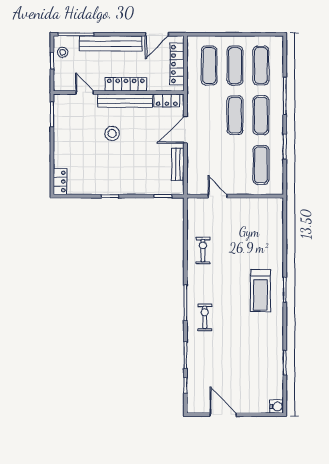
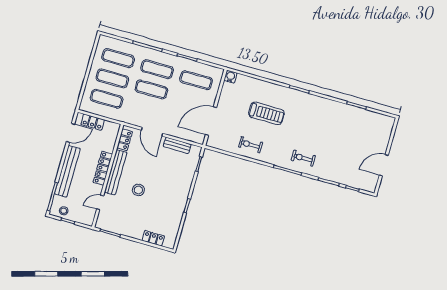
door: (157, 34) -> (71, 133), hinge flipped
locker: (177, 64) -> (93, 122), width x0.66
locker: (60, 182) -> (153, 238), moved
door: (218, 196) -> (211, 121), width x1.87
treadmill: (260, 291) -> (266, 113), moved
water cooler: (277, 406) -> (230, 77), moved

